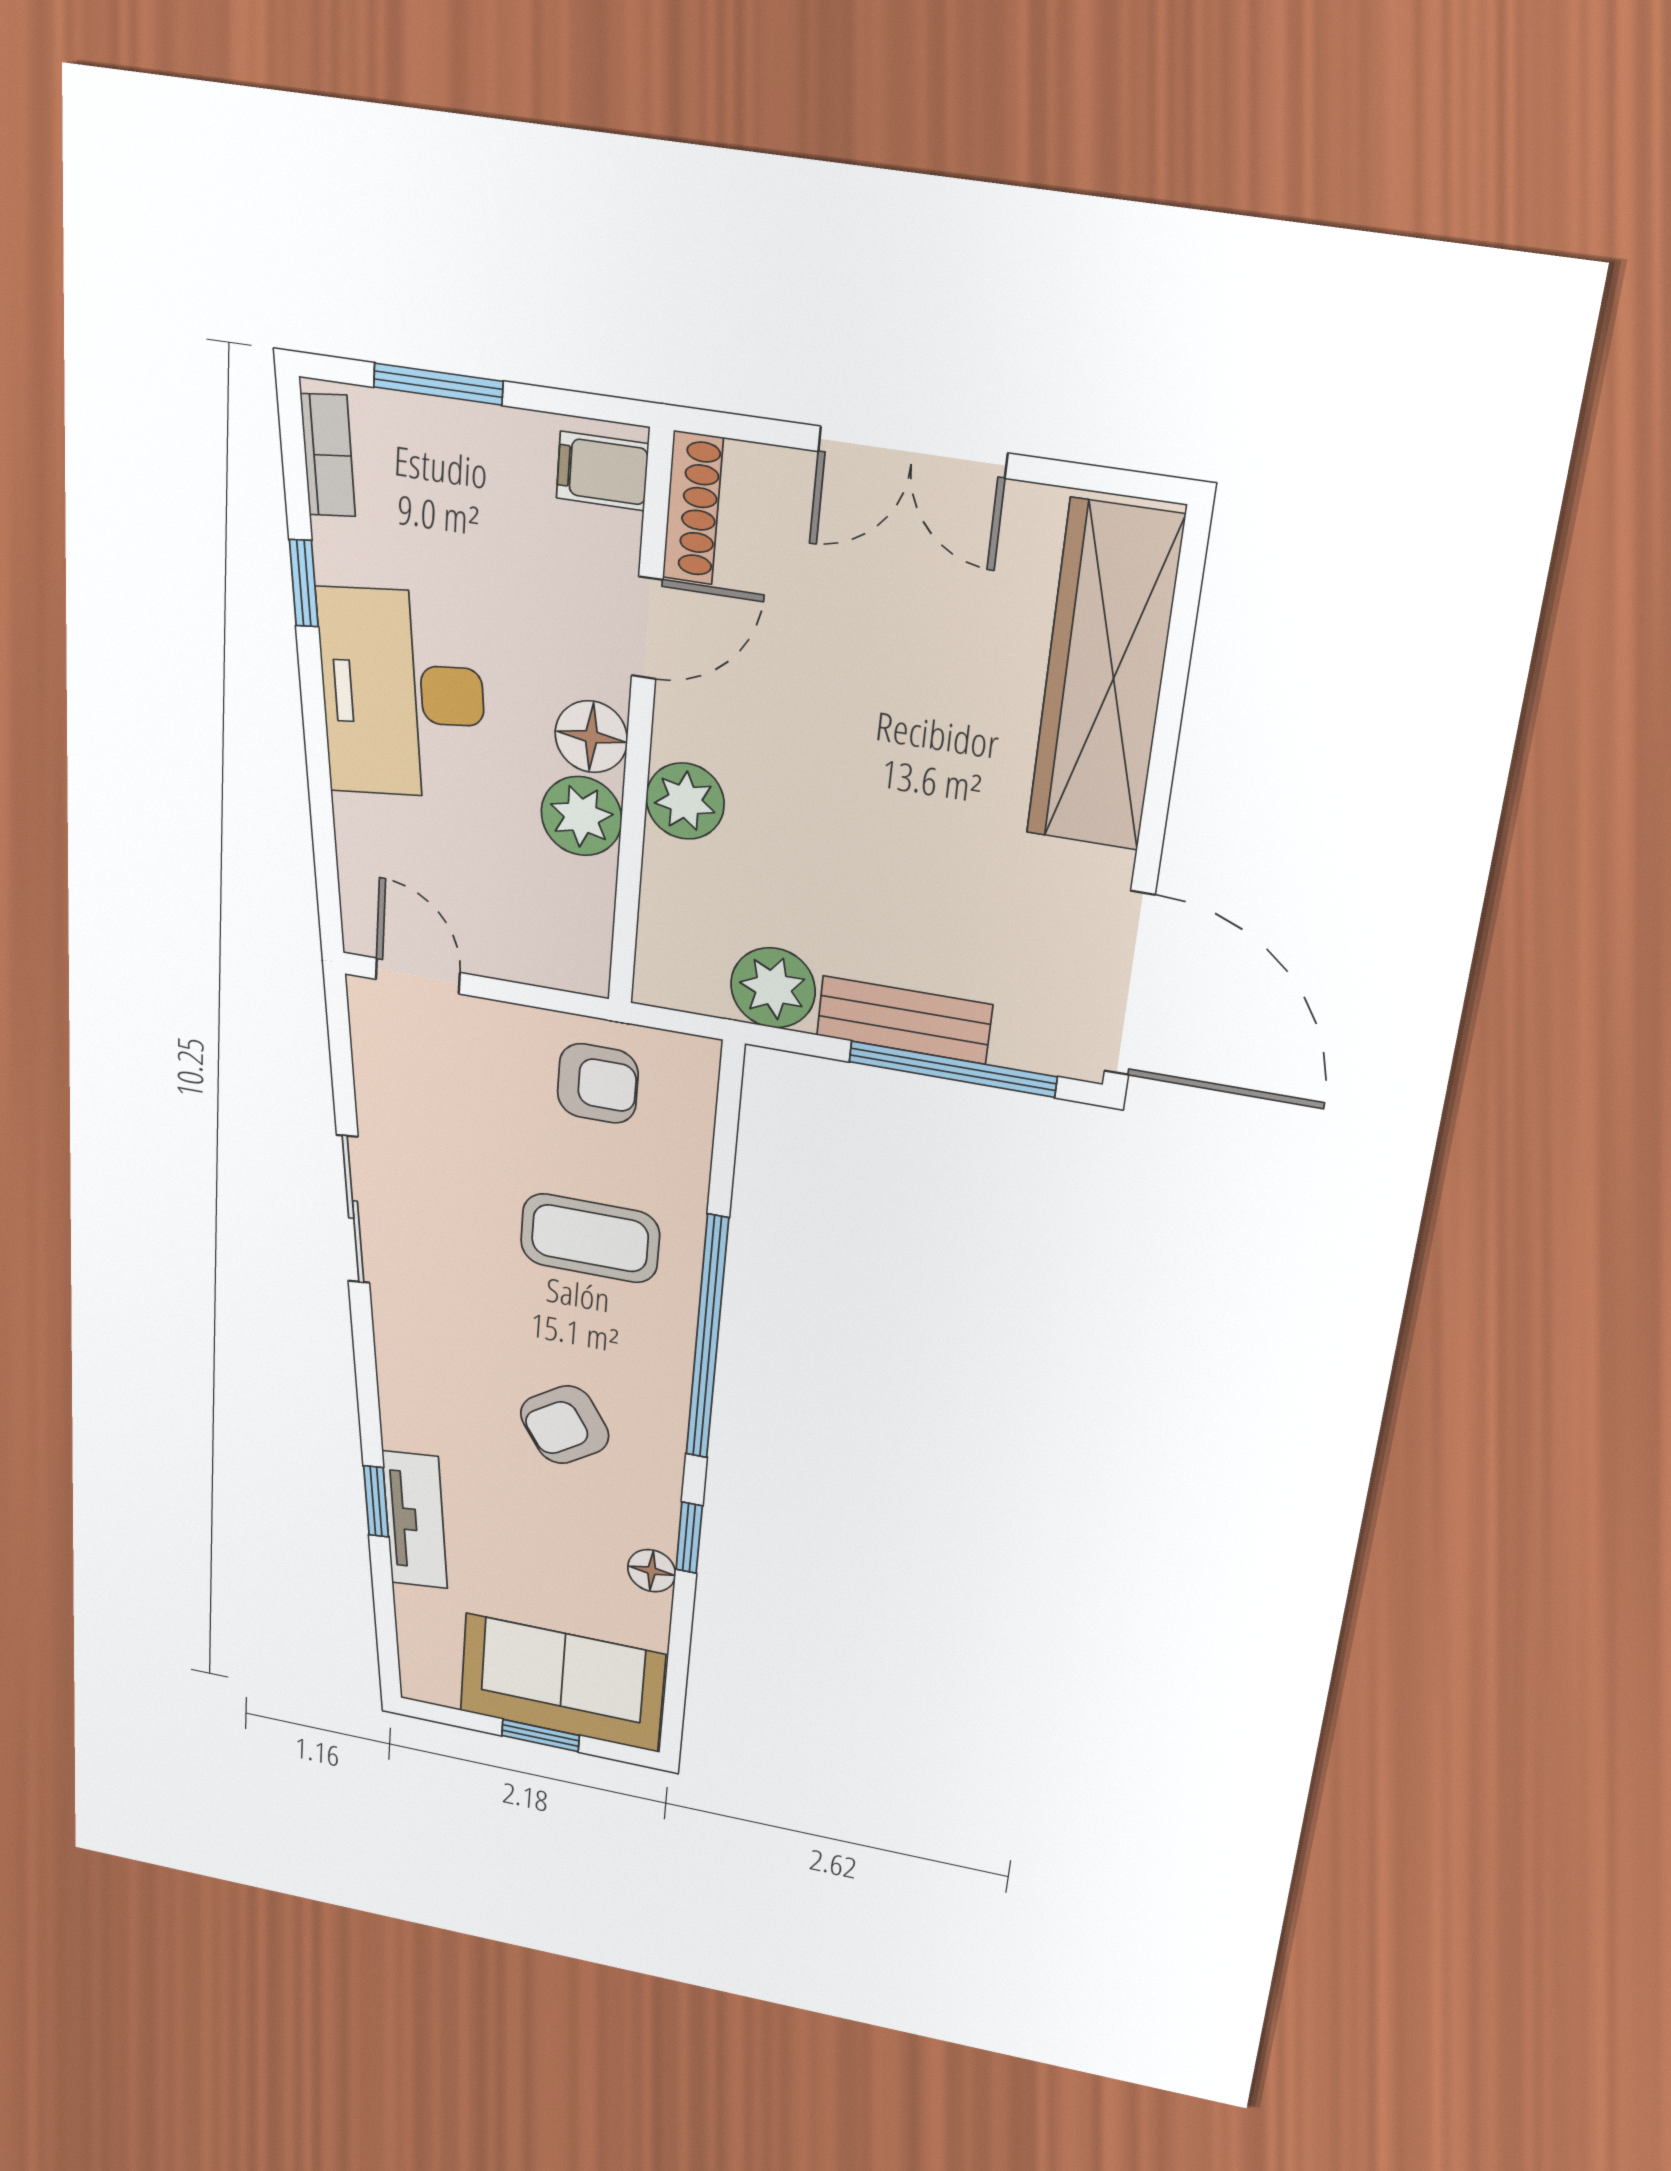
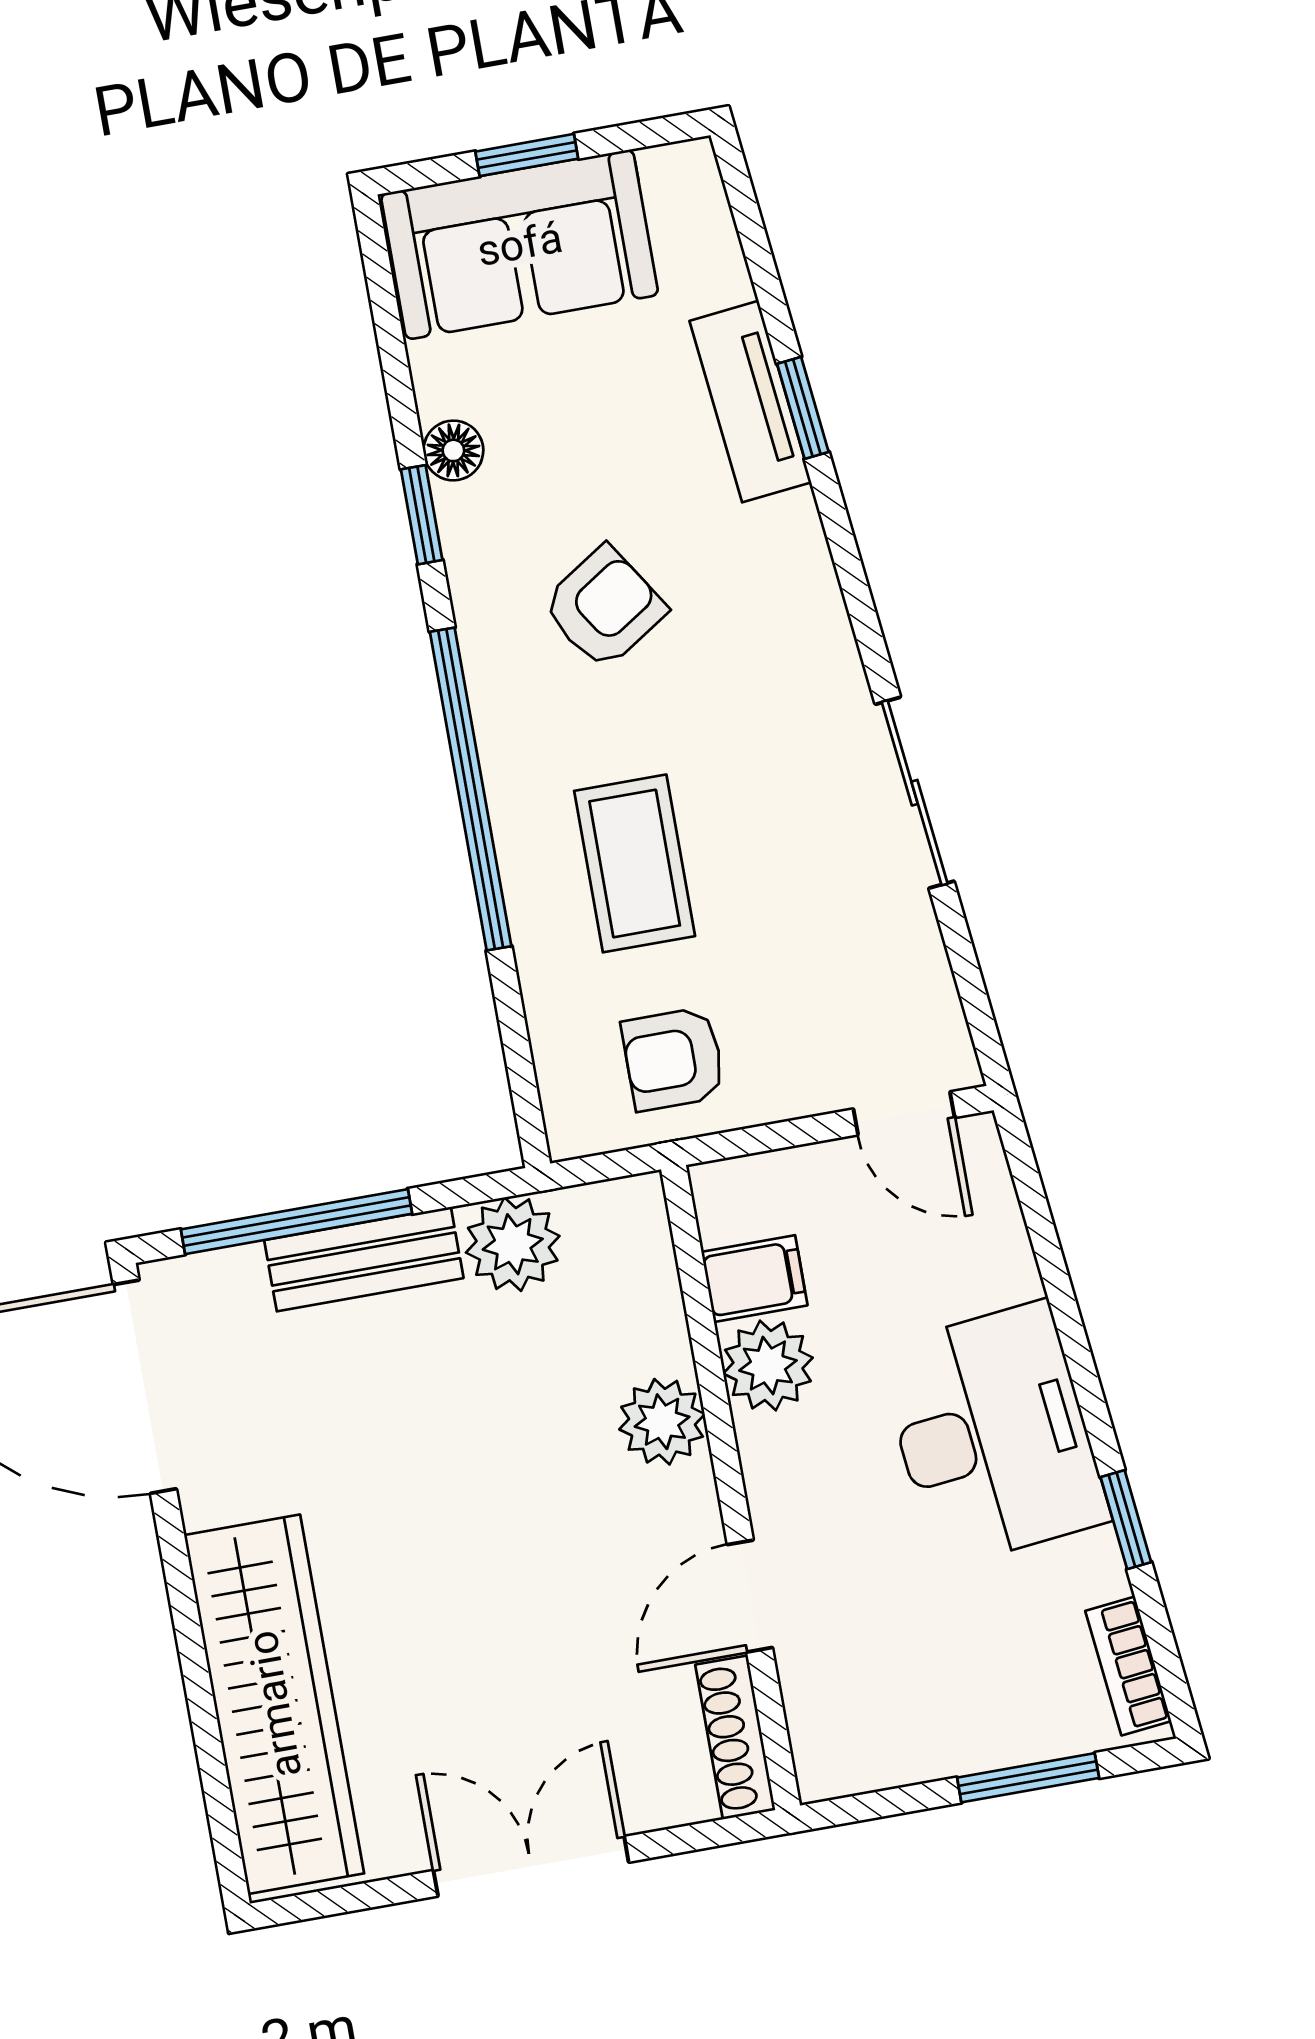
filing cabinet: (602, 471) -> (754, 1279), moved
floor lamp: (591, 737) -> (779, 1458), removed
coffee table: (590, 1238) -> (635, 863), turned 90

